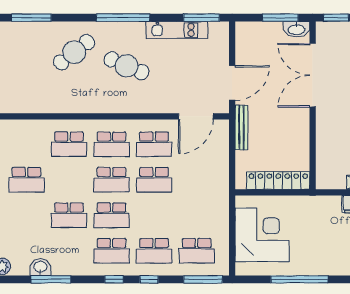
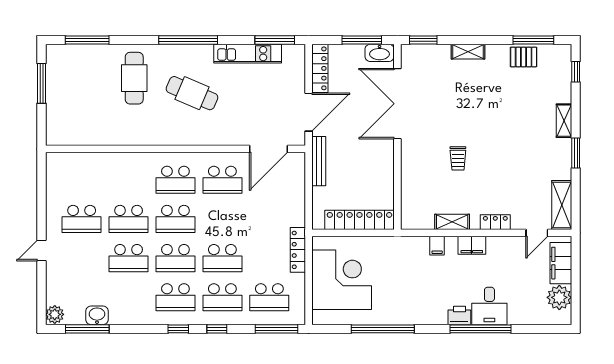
locker: (242, 43) -> (320, 68), added
cafe table: (74, 52) -> (134, 78), turned -52
school desk: (69, 144) -> (129, 219), moved
school desk: (154, 180) -> (222, 258), moved
locker: (222, 208) -> (298, 250), added
window: (51, 279) -> (87, 329), moved

